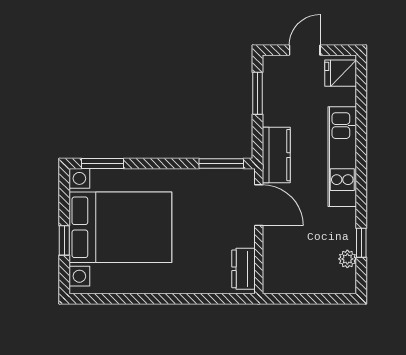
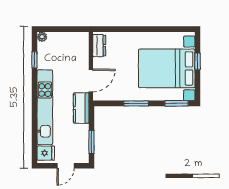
kitchen unit: (342, 157) -> (45, 107), width x1.36
window: (221, 164) -> (136, 103), moved
door: (259, 205) -> (91, 81), swing flipped
plant: (347, 259) -> (42, 37), moved

